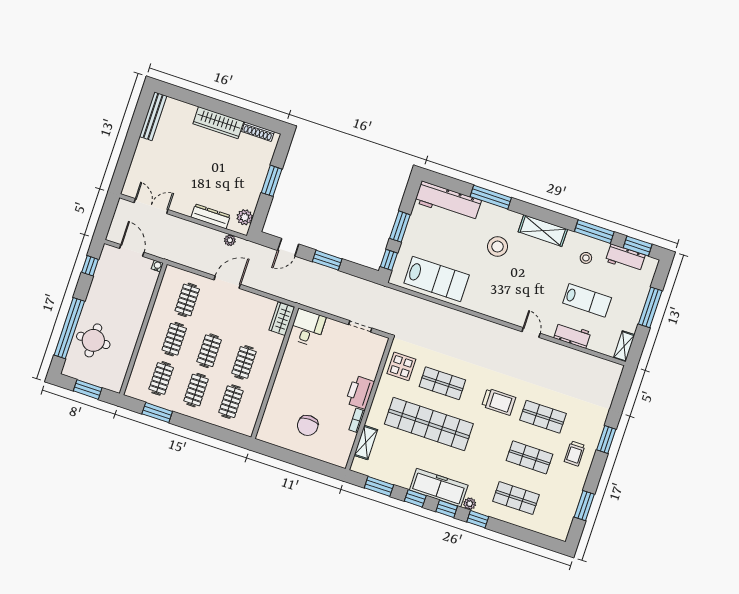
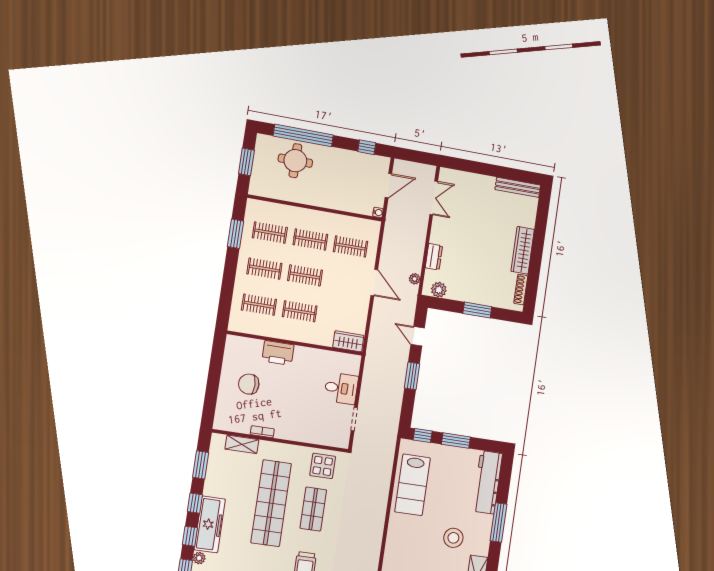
dresser: (211, 216) -> (434, 257), width x0.70
desk: (307, 328) -> (341, 388), moved
printer: (360, 392) -> (278, 353), moved, turned 180

